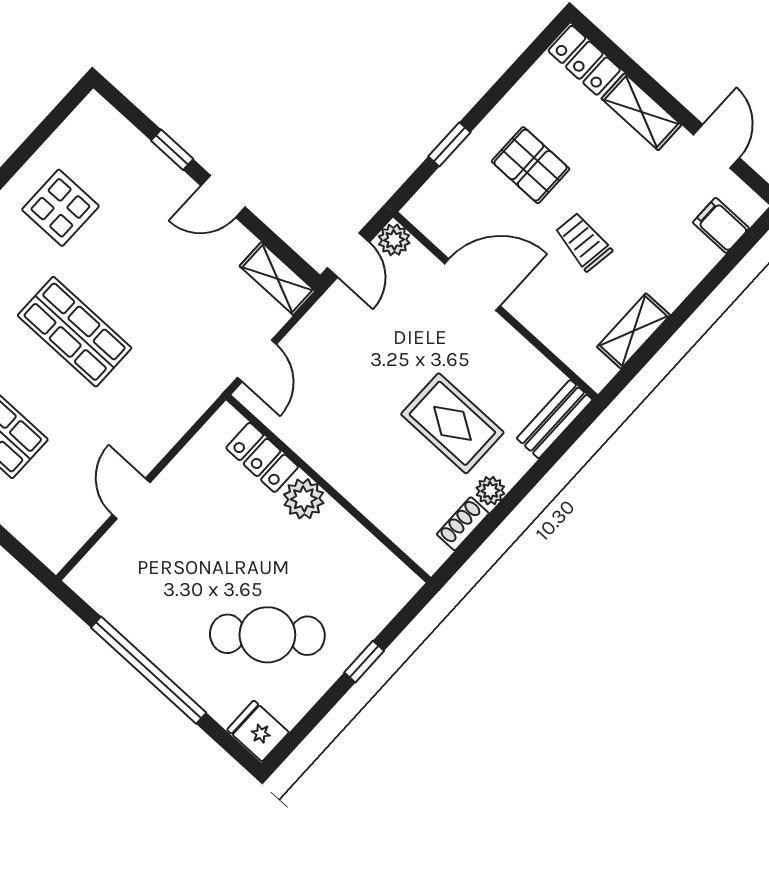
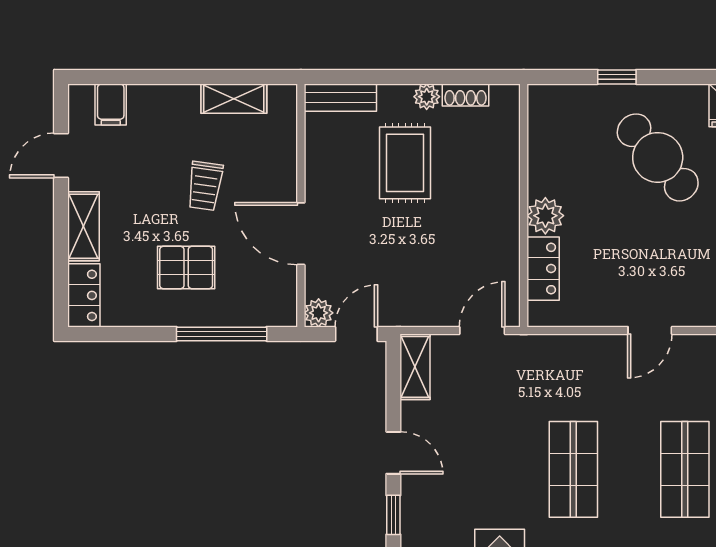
window: (449, 144) -> (222, 334), width x2.17
pallet: (531, 165) -> (186, 267), turned 90

